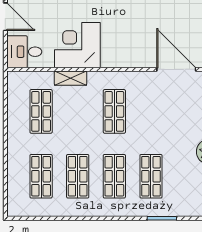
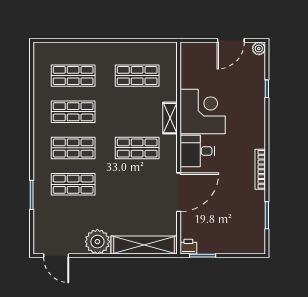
desk: (24, 52) -> (197, 151), moved, turned -90
door: (176, 69) -> (179, 192), moved
shelving: (71, 78) -> (170, 118), moved

